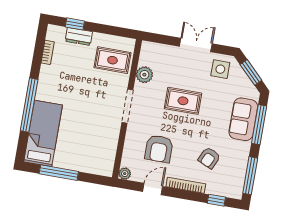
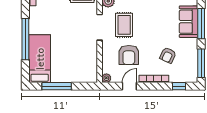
rug: (183, 101) -> (124, 25), moved, turned 90

